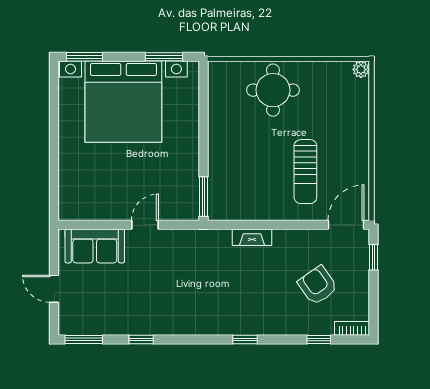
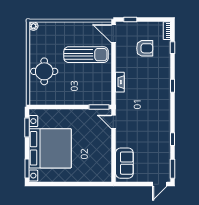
sun lounger: (305, 172) -> (86, 55), width x1.36, depth x1.34
door: (145, 225) -> (113, 122), moved
armchair: (318, 285) -> (145, 48), turned -145
door: (54, 289) -> (160, 184), moved

